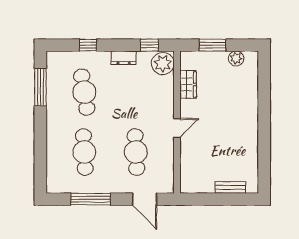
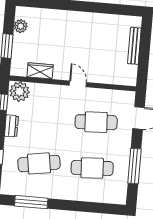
bench: (230, 187) -> (134, 46), width x1.36

